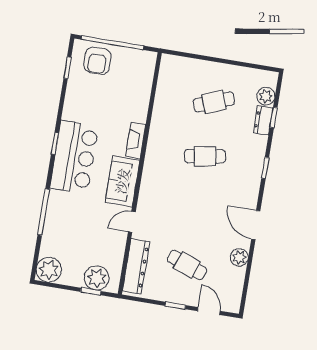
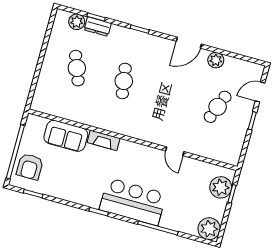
armchair: (97, 61) -> (30, 167), turned 90
bar counter: (74, 157) -> (133, 202), moved
sofa: (122, 181) -> (66, 136), moved
dresser: (136, 266) -> (214, 152), removed

